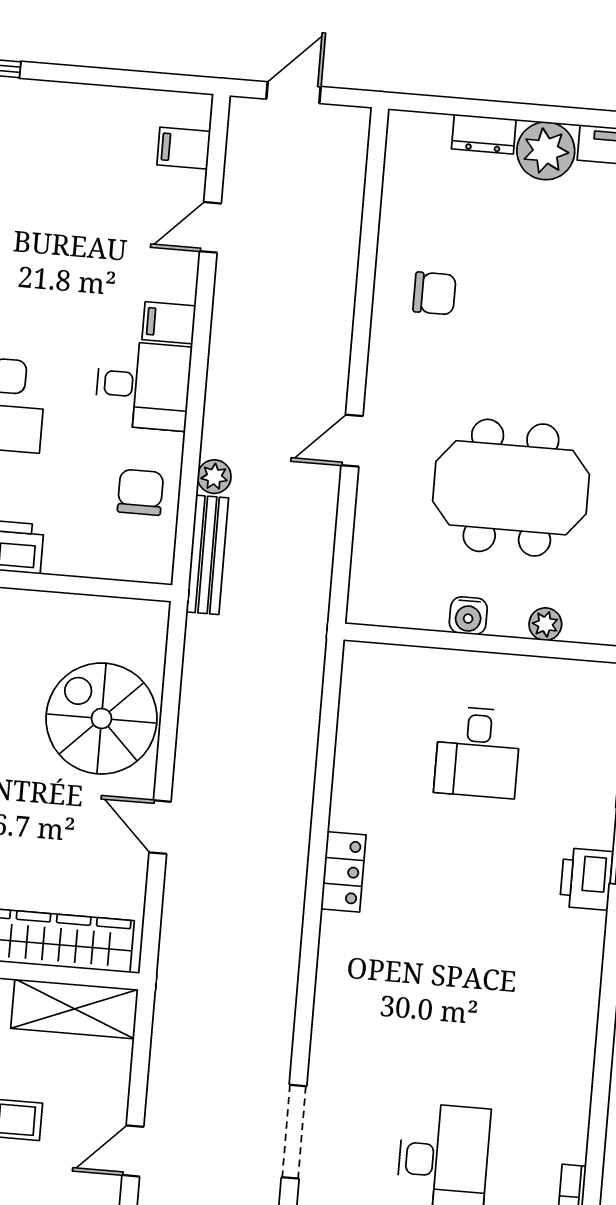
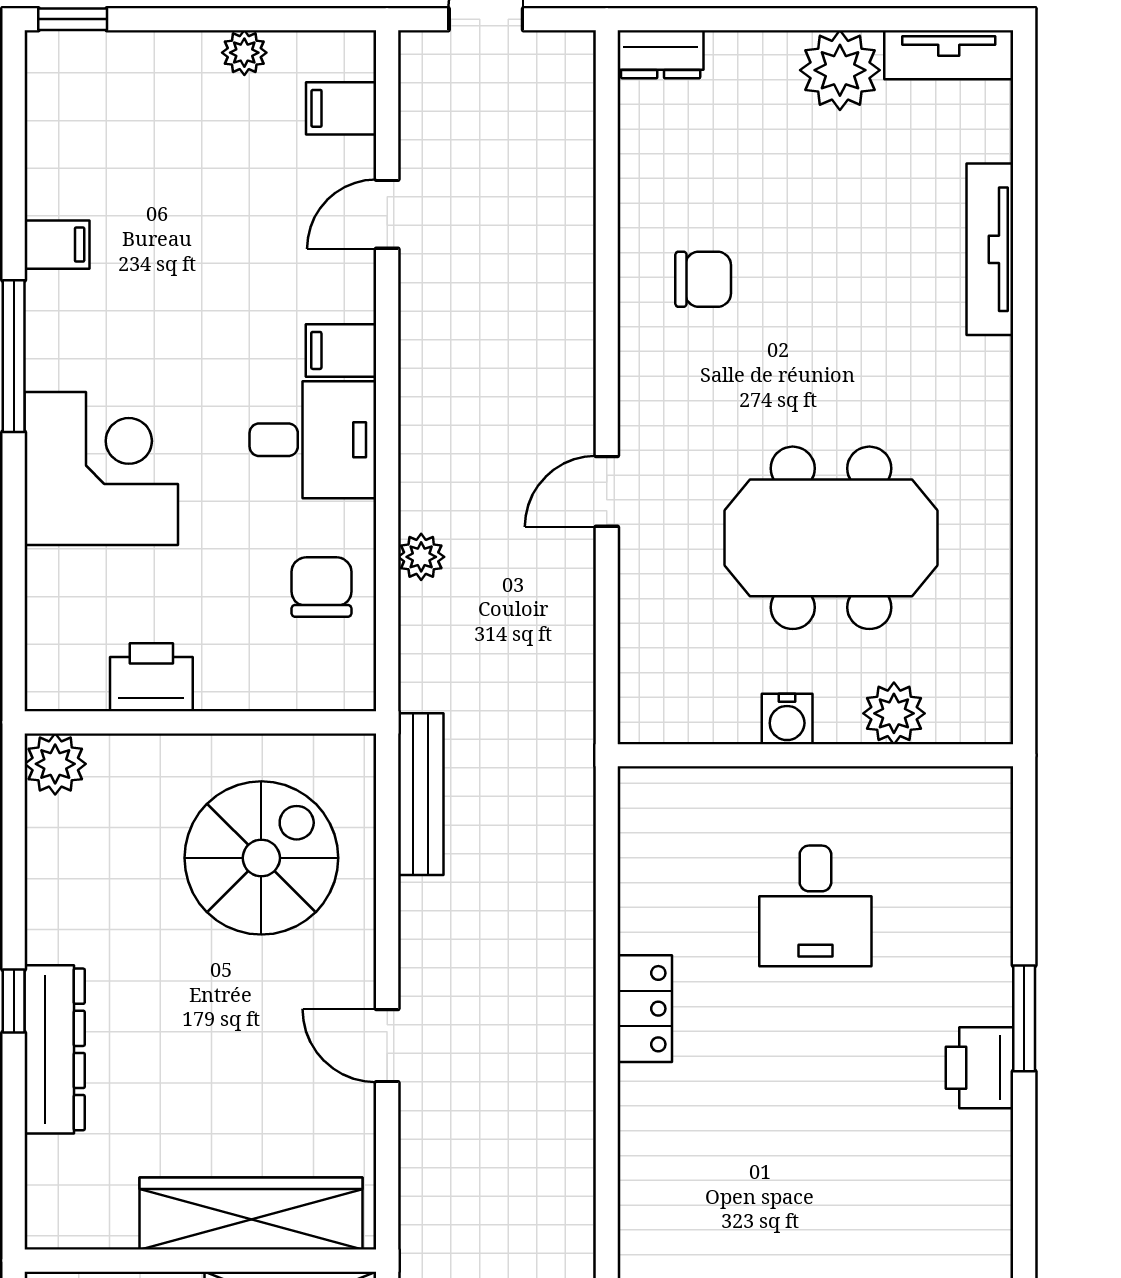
plant: (117, 102) -> (244, 53), added
dresser: (484, 134) -> (661, 54), moved
bench: (207, 555) -> (421, 794), moved
plant: (545, 624) -> (894, 713), width x1.38, depth x1.38
spiral stairs: (101, 718) -> (261, 858), moved, turned 90
locker: (343, 872) -> (645, 1009), moved

